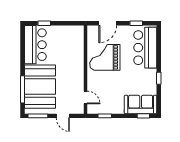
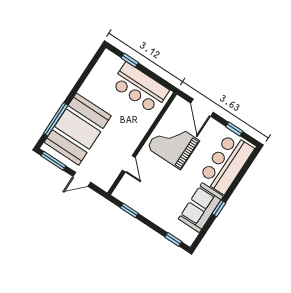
door: (108, 23) -> (202, 108), hinge flipped
bar counter: (35, 45) -> (140, 88), moved, turned 90
door: (85, 97) -> (129, 164), moved
sofa: (141, 104) -> (201, 208), moved, turned -90
door: (63, 116) -> (82, 179), hinge flipped

